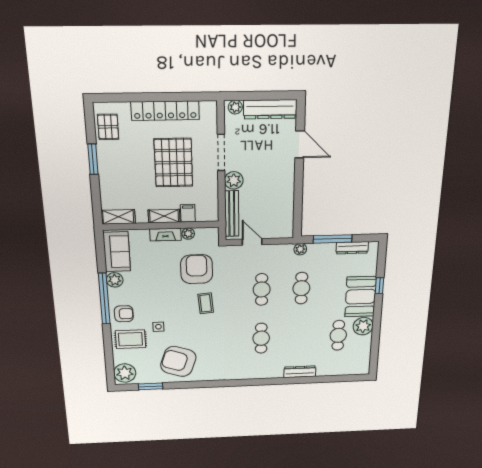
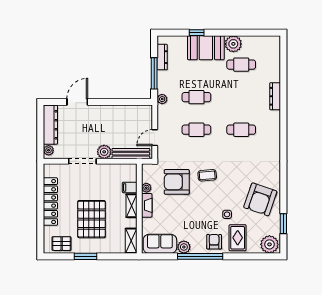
pallet: (173, 163) -> (92, 219), moved, turned 90

